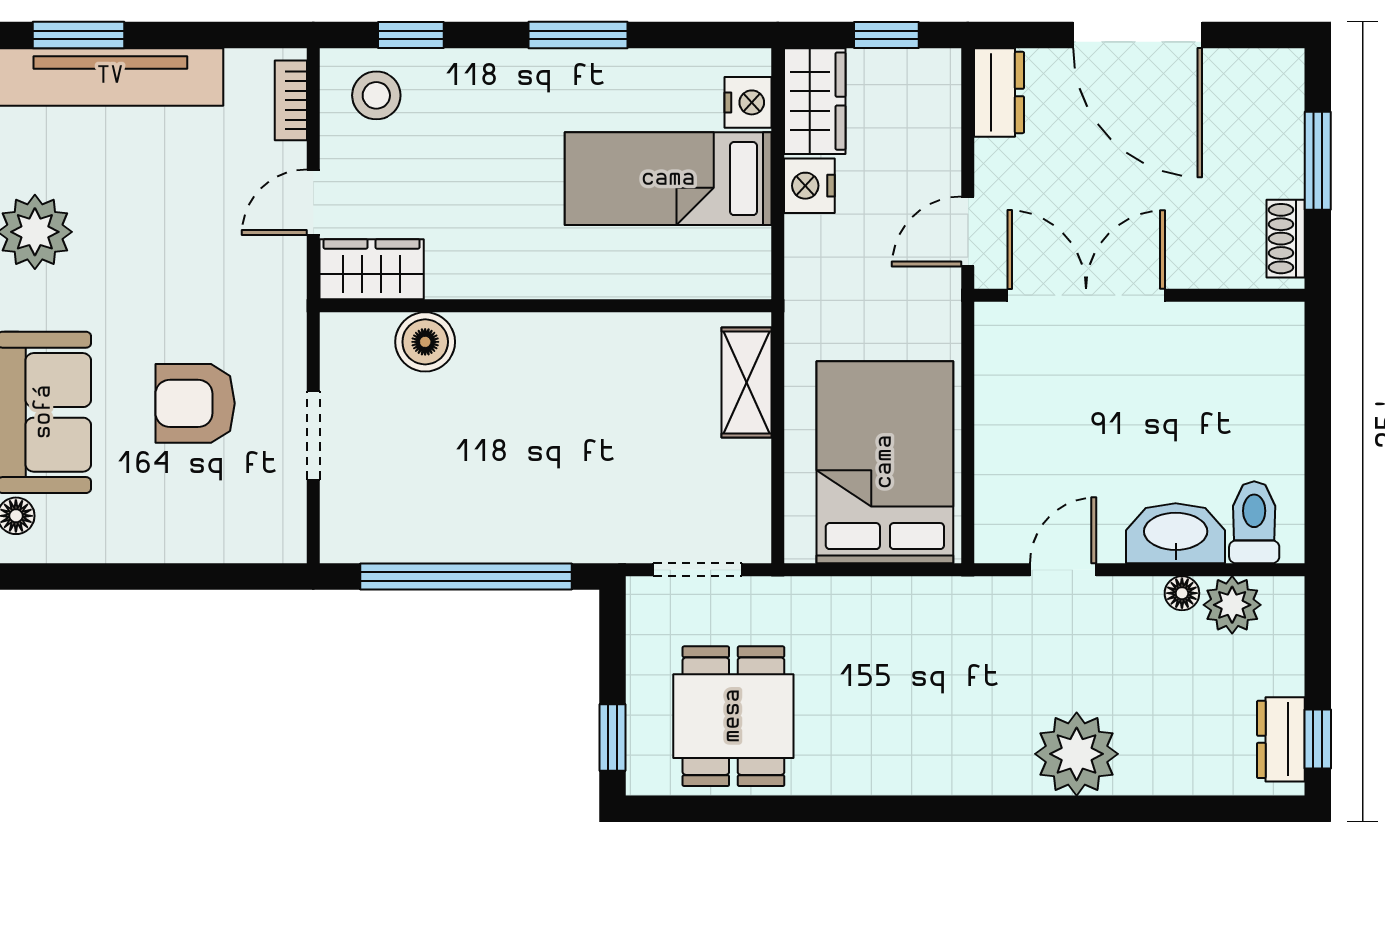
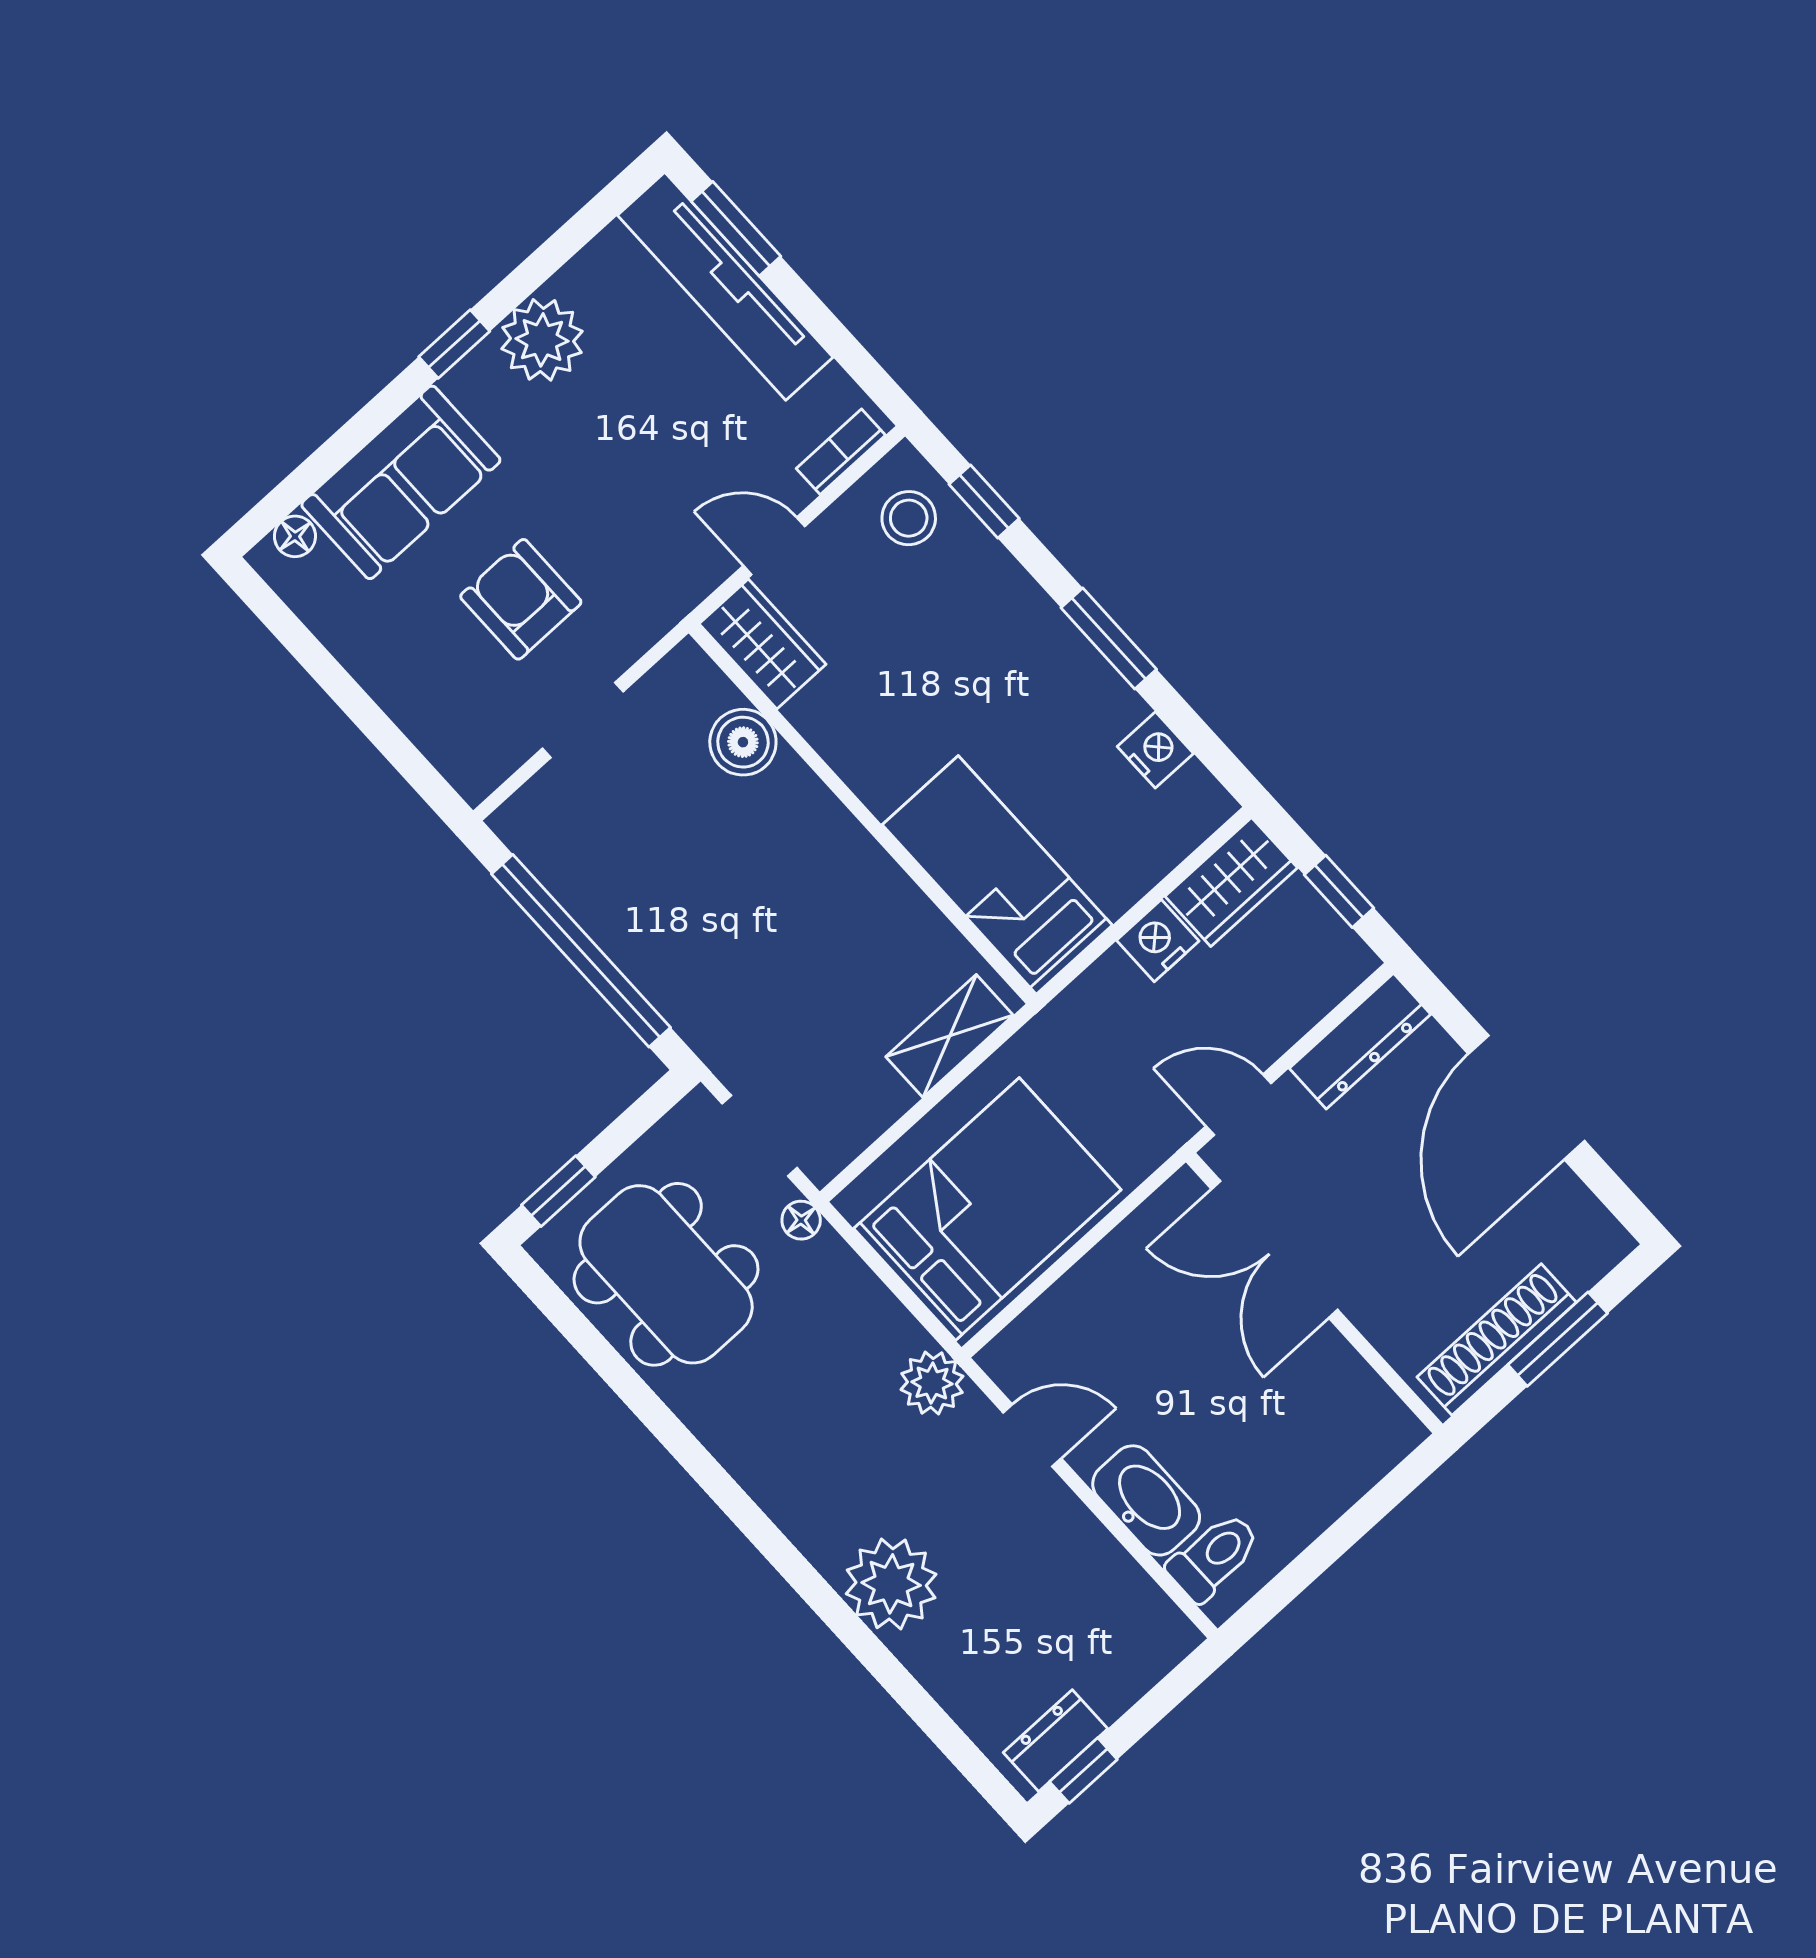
dresser: (999, 92) -> (1360, 1041), width x1.44
nightstand: (748, 102) -> (1155, 750), moved, turned -90
bed: (668, 179) -> (997, 875), moved
shoe rack: (1286, 239) -> (1497, 1340), width x1.94, depth x1.24
double door: (1086, 295) -> (1275, 1249), swing flipped
floor lamp: (1182, 593) -> (801, 1220), moved
plant: (1232, 605) -> (932, 1383), moved
dining table: (733, 716) -> (666, 1274), width x1.38

